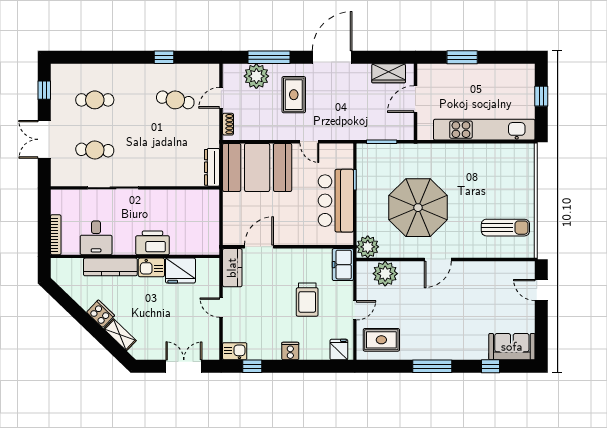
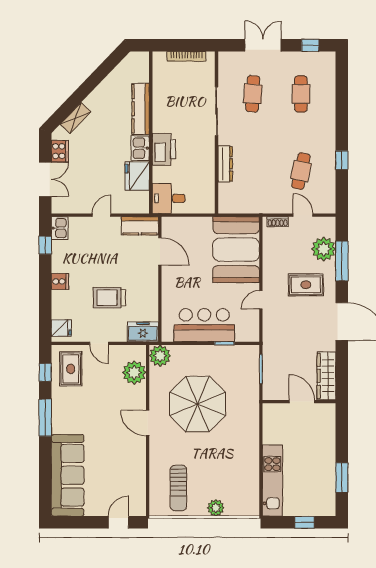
window: (462, 57) -> (342, 477), moved
wardrobe: (389, 73) -> (326, 376), width x1.50
kitchen unit: (484, 130) -> (272, 481), width x0.73
dresser: (212, 167) -> (225, 164), moved, turned 90
plant: (526, 189) -> (216, 508), added
bookcase: (56, 235) -> (186, 56), moved
desk: (96, 238) -> (169, 198), moved
cooker: (101, 314) -> (60, 151), moved, turned -44
sofa: (512, 347) -> (68, 475), width x1.85, depth x1.27
window: (491, 366) -> (45, 372), moved

